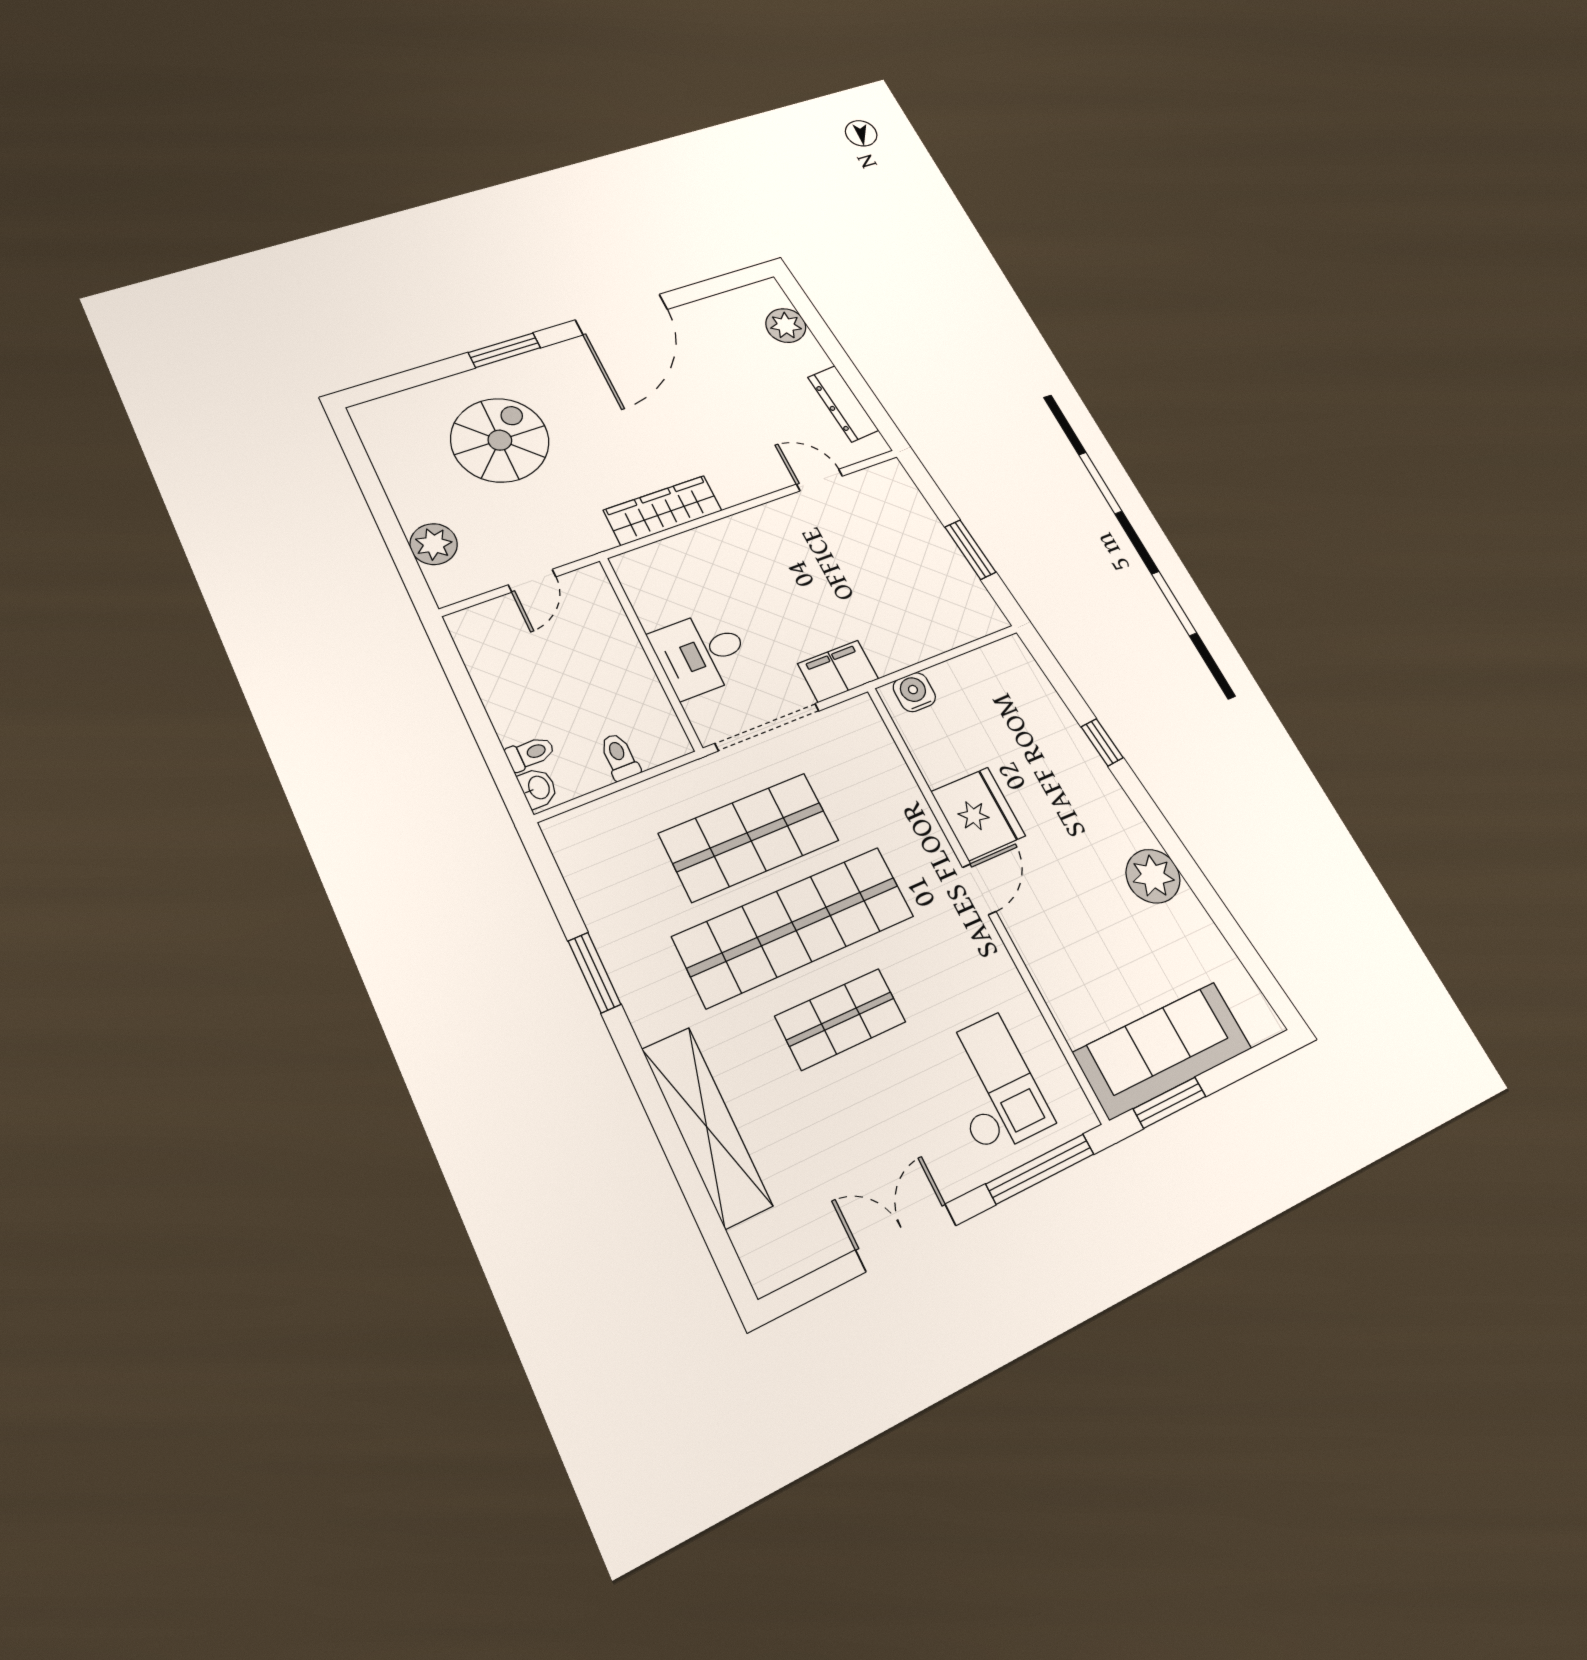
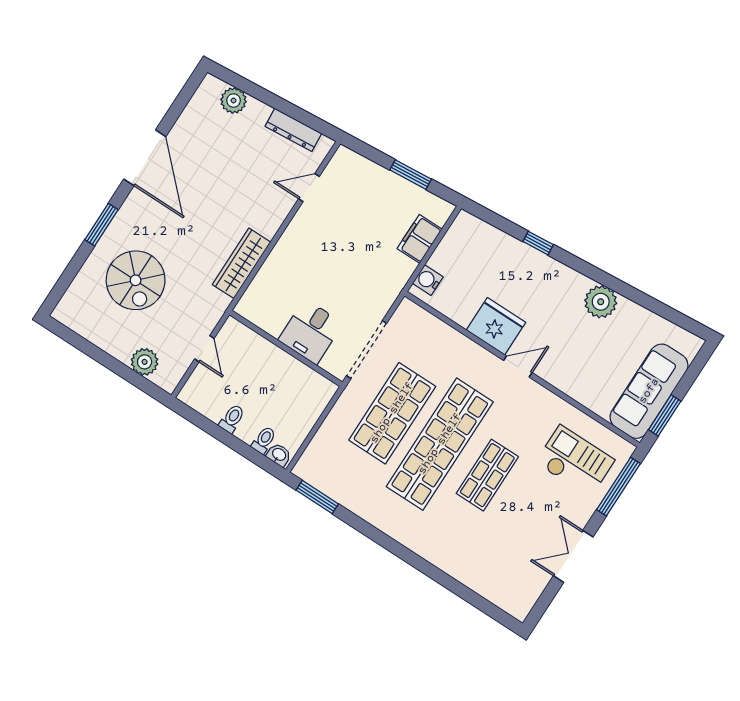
spiral stairs: (500, 440) -> (136, 280), turned 180
filing cabinet: (838, 671) -> (420, 239), moved
toilet: (619, 757) -> (232, 419), moved, turned 90
door: (979, 889) -> (518, 367), hinge flipped
window: (594, 973) -> (317, 497), moved
shelving: (707, 1127) -> (456, 564), removed

